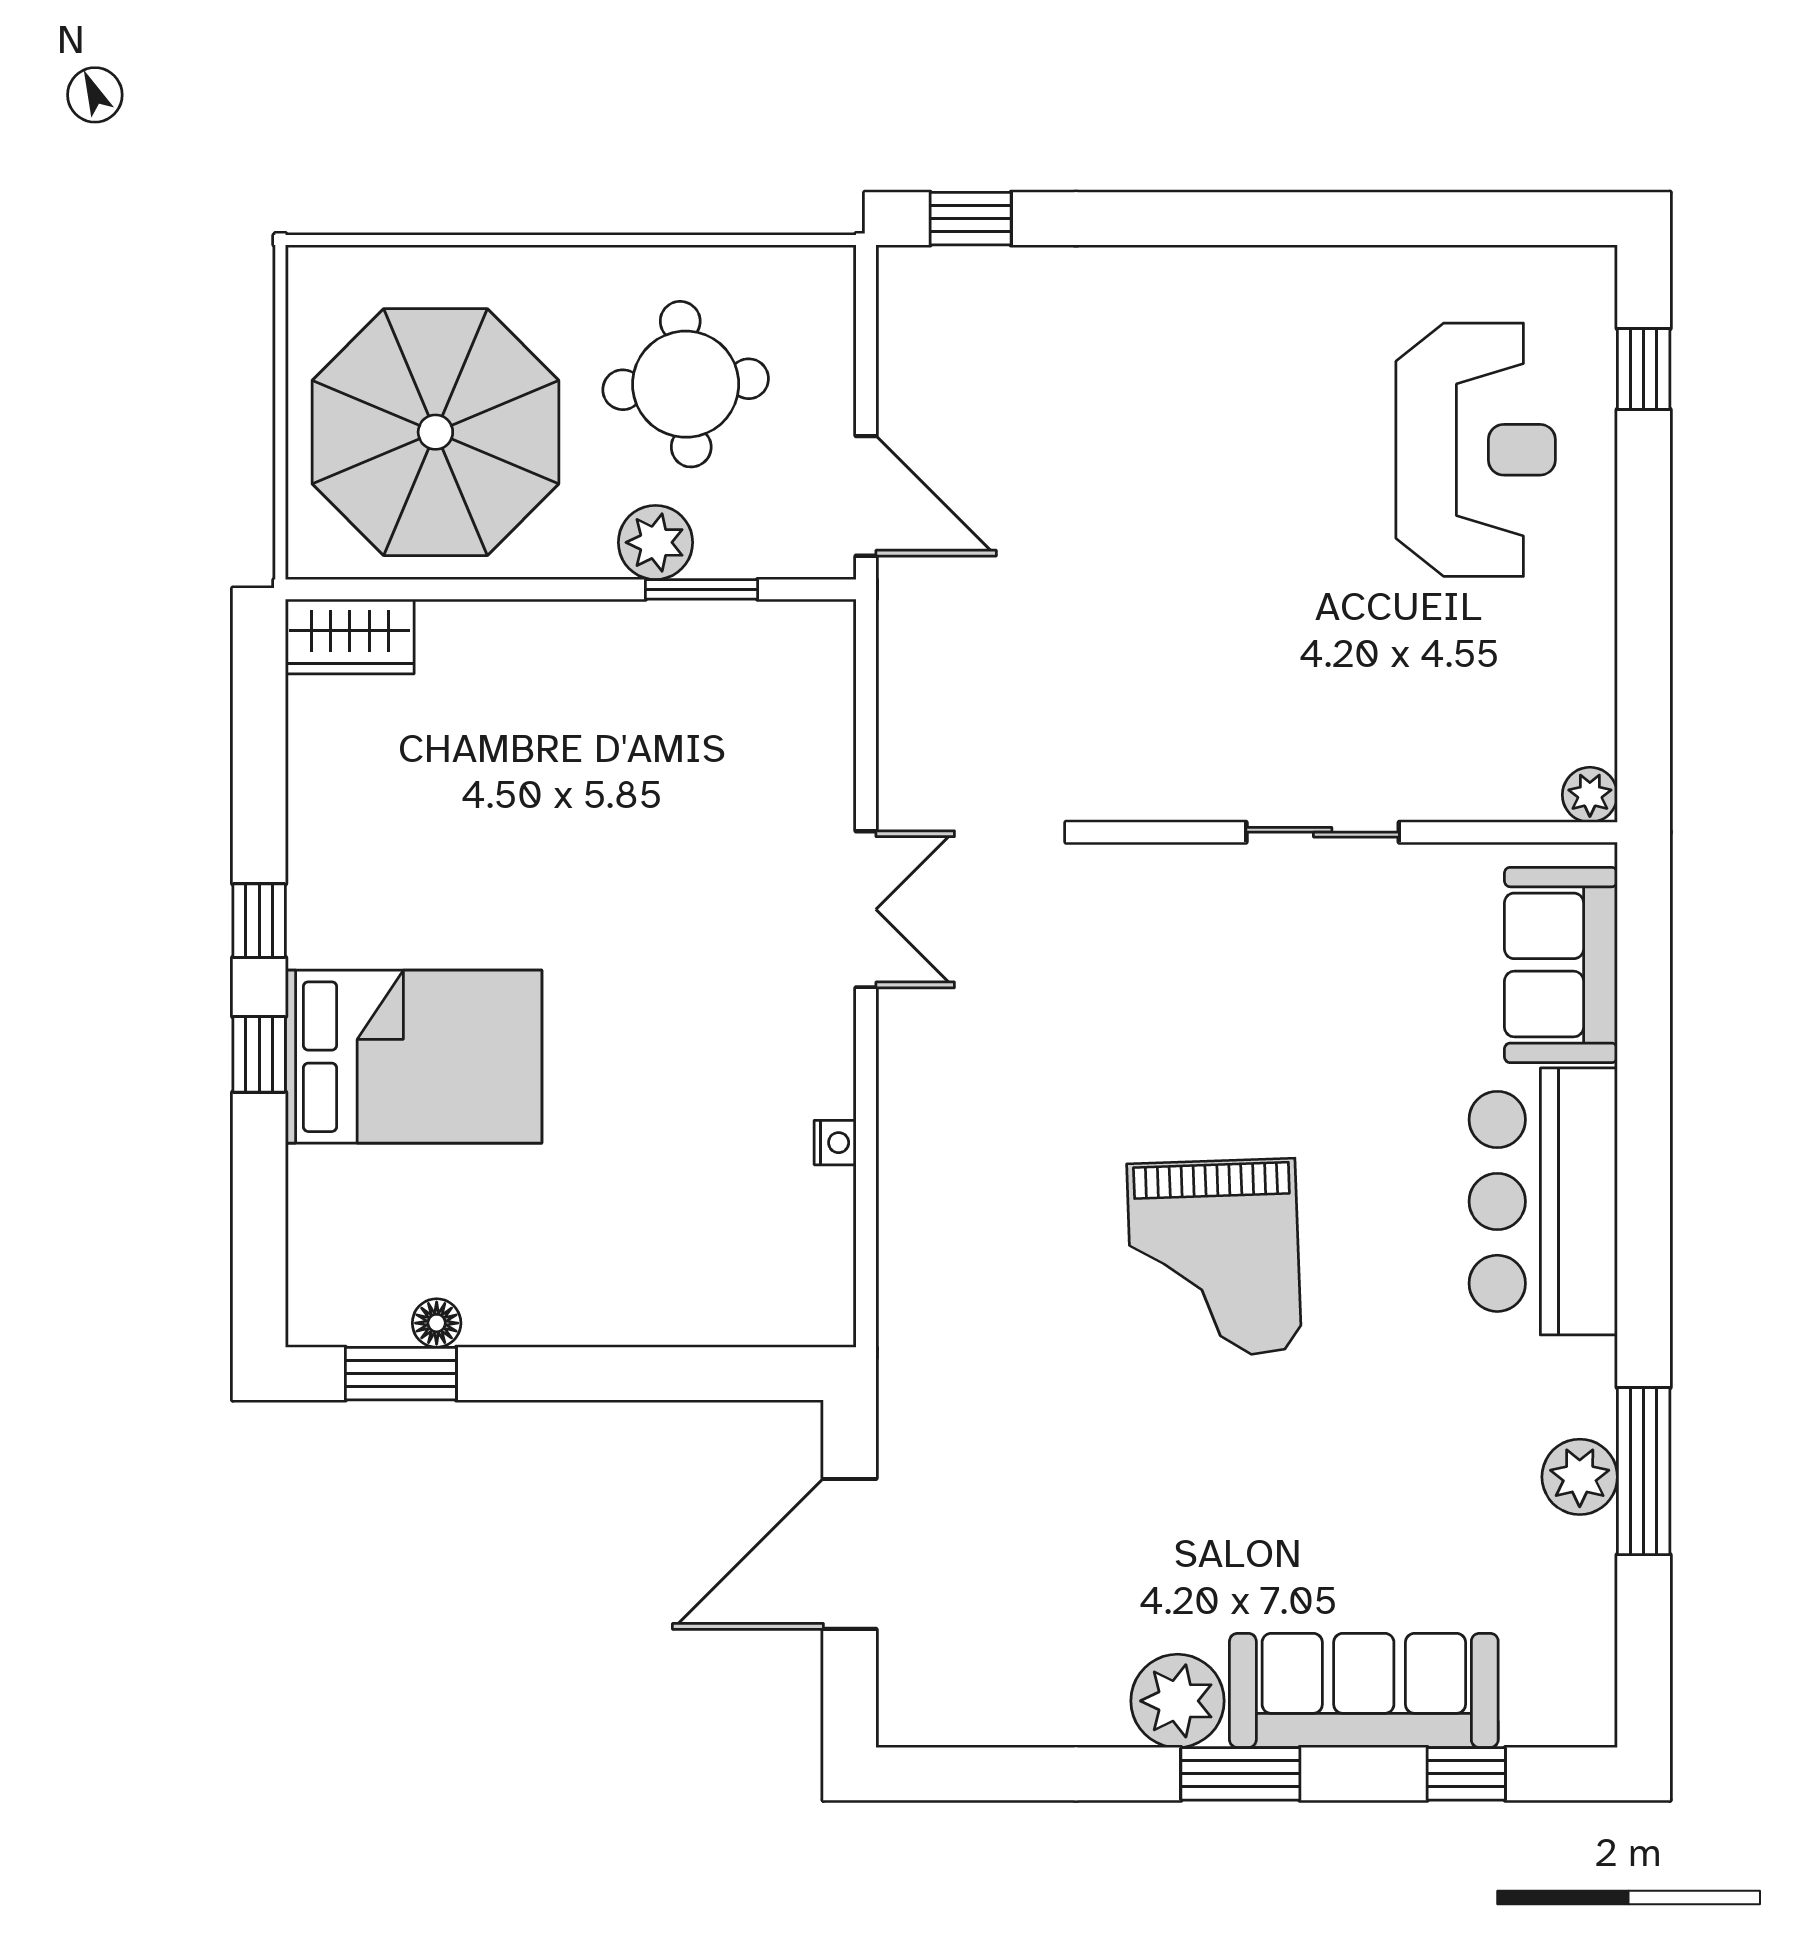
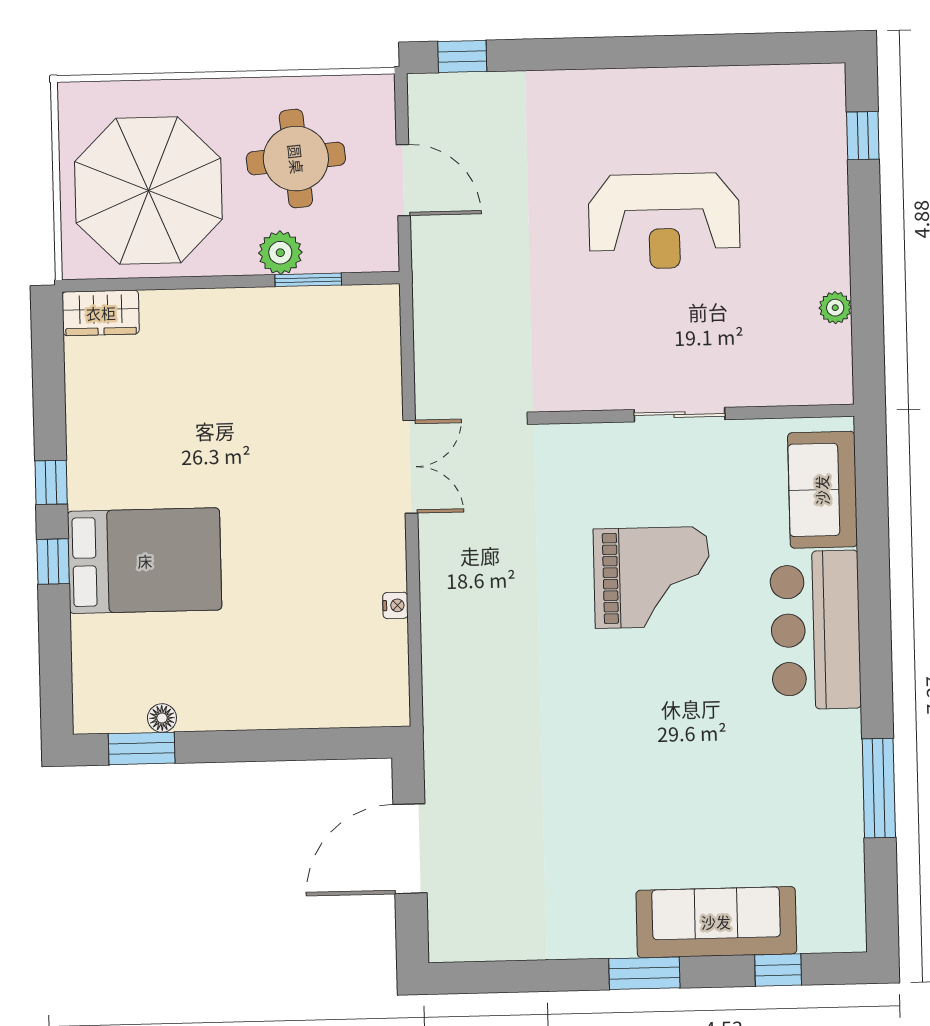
reception desk: (1476, 450) -> (664, 221), moved, turned 90
door: (866, 496) -> (403, 180), moved
plant: (1590, 795) -> (835, 308), moved
grand piano: (1214, 1258) -> (652, 577), moved, turned -88
plant: (1580, 1477) -> (841, 793), removed
plant: (1178, 1701) -> (606, 931), removed

